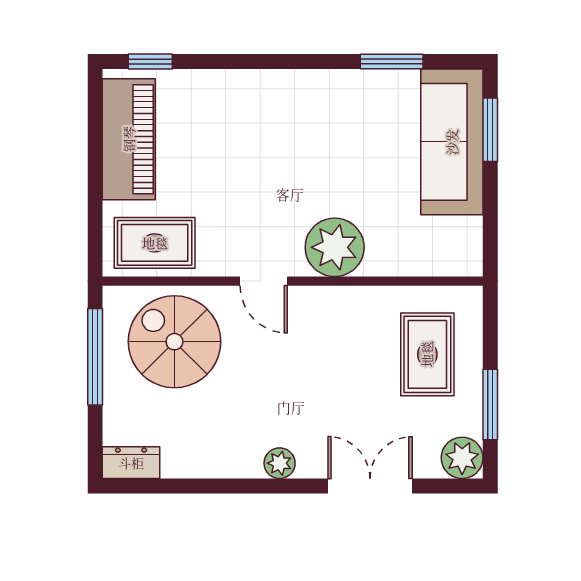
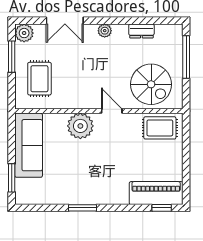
window: (392, 62) -> (83, 208), moved
piano: (129, 139) -> (156, 193), moved, turned 90
sofa: (452, 142) -> (29, 145), moved
window: (95, 357) -> (186, 57), moved
dresser: (131, 463) -> (141, 31), moved

